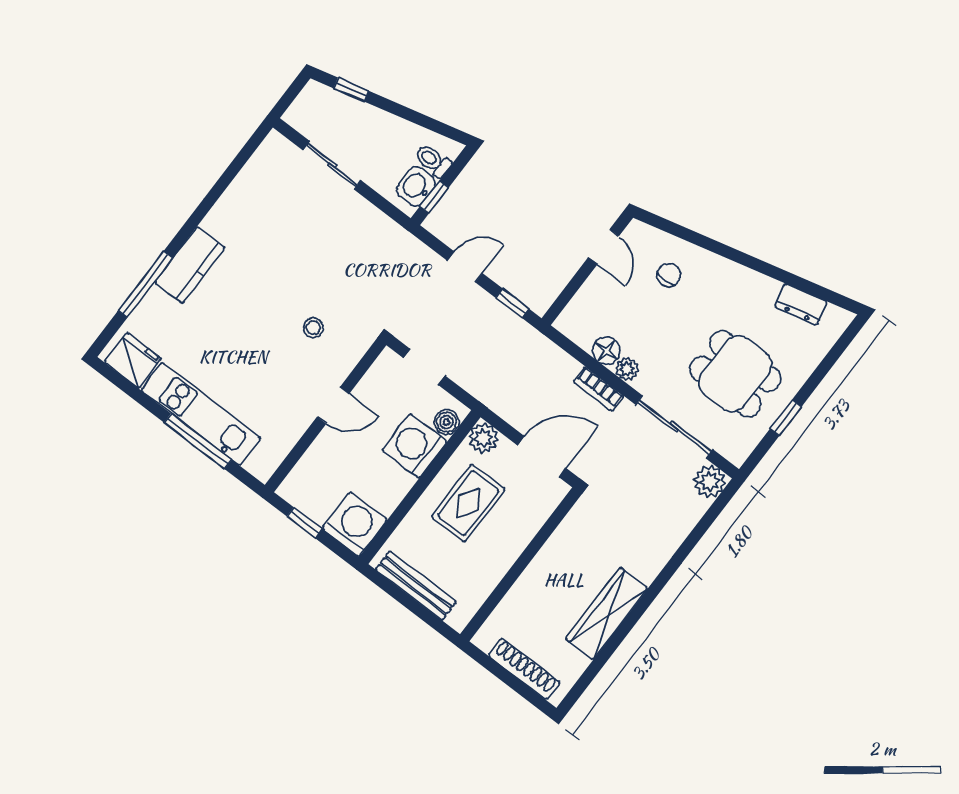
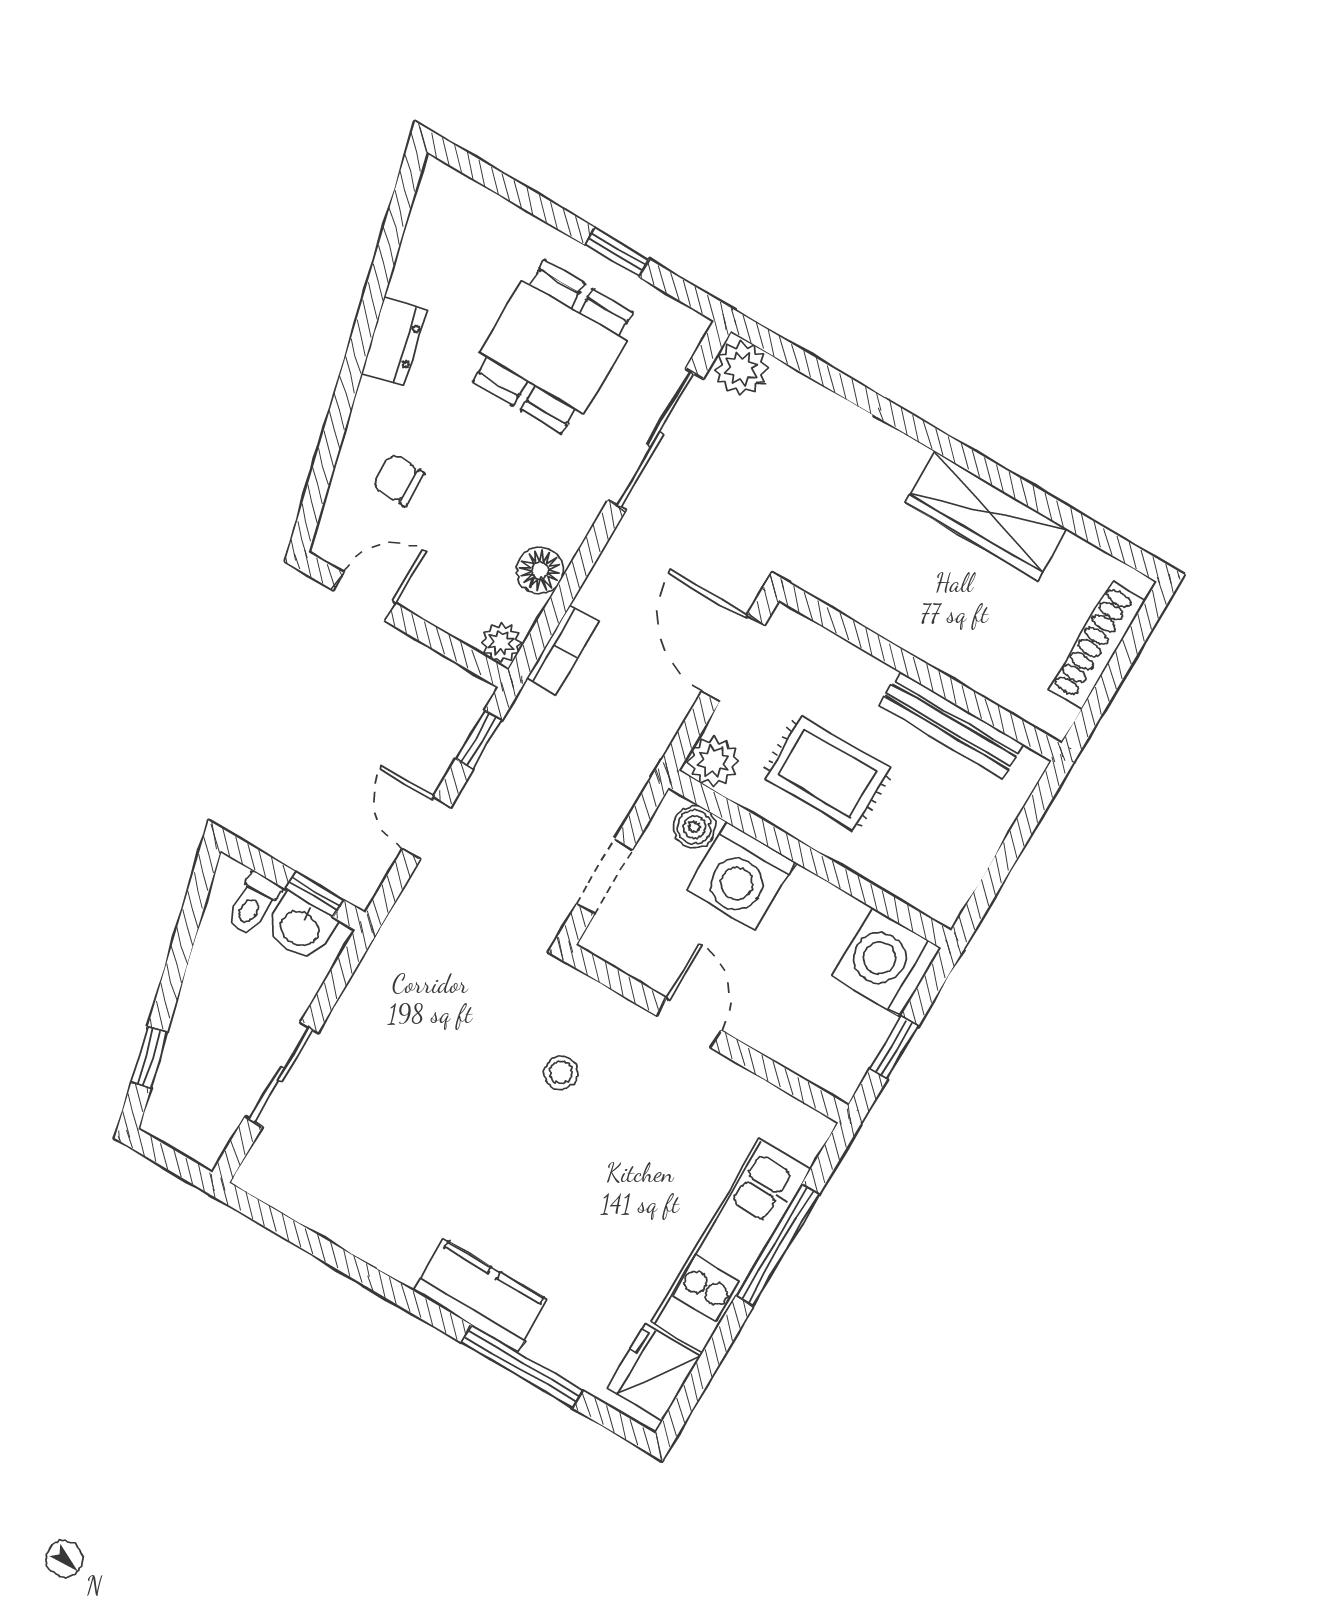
dresser: (801, 304) -> (394, 342), moved
plant: (627, 369) -> (501, 643), moved
bookcase: (599, 389) -> (563, 650), moved
bench: (416, 586) -> (951, 725), moved, turned 90

